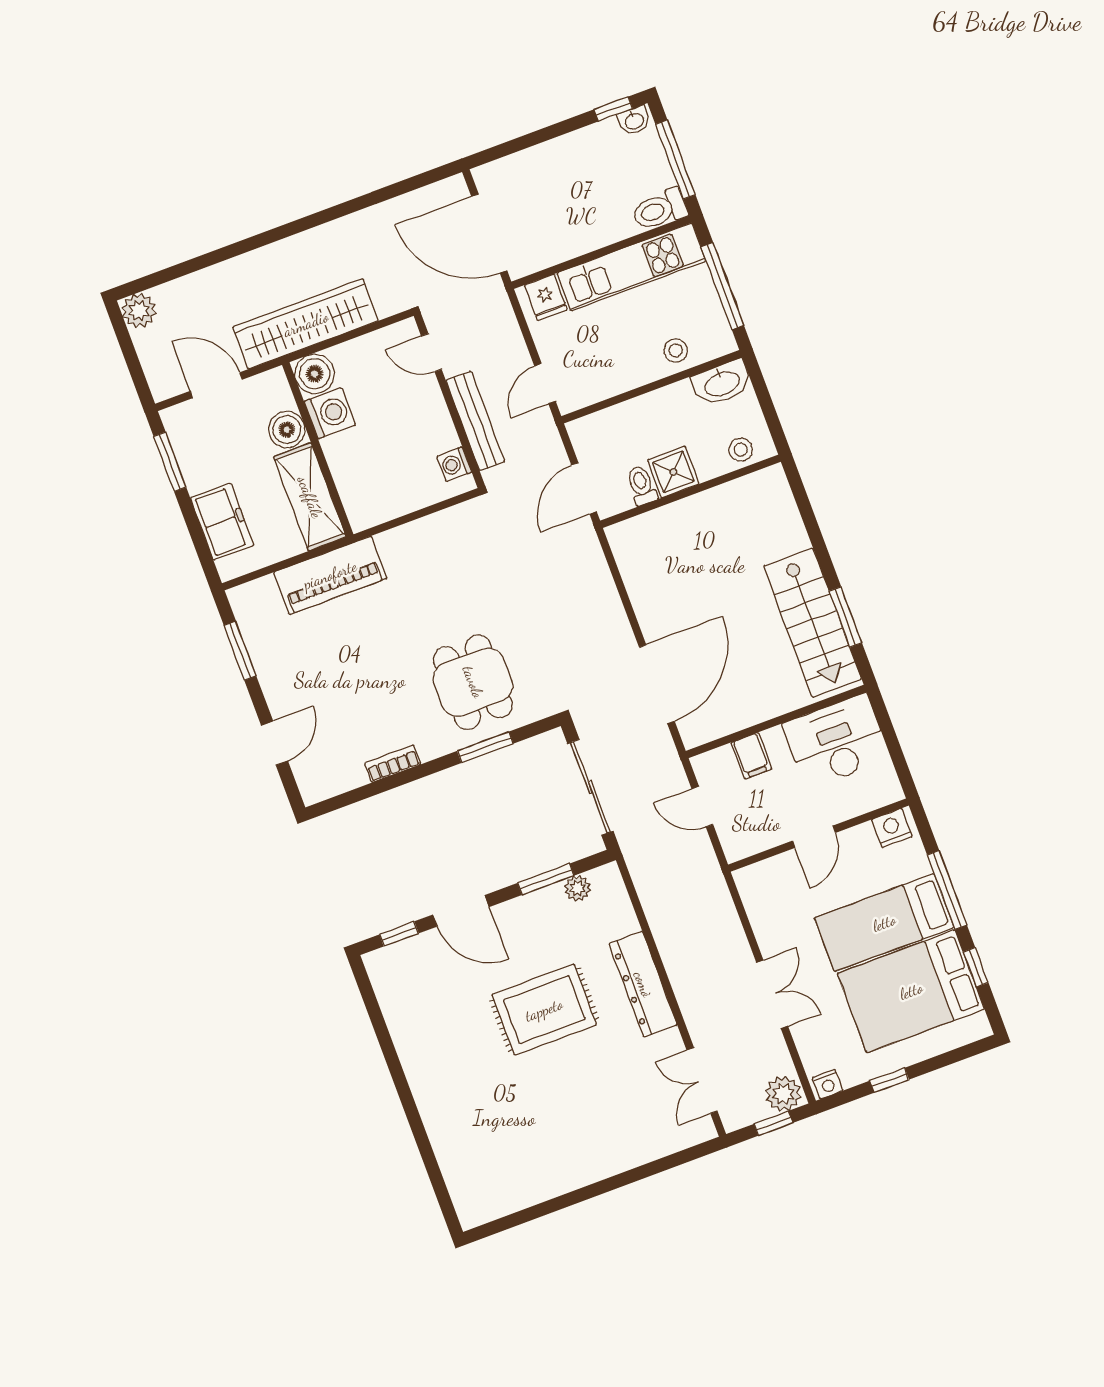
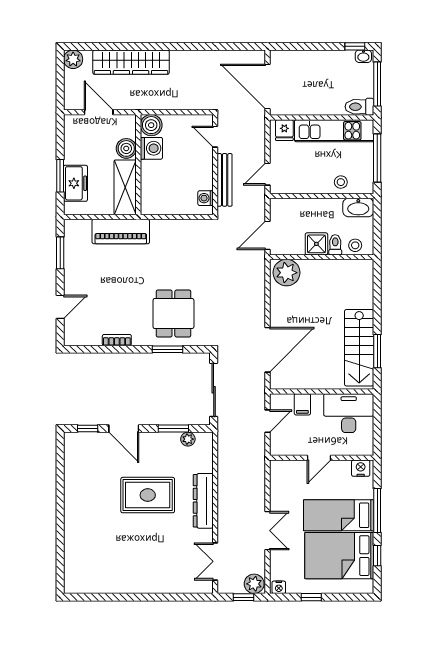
wardrobe: (306, 324) -> (131, 62), moved, turned 180
window: (170, 462) -> (60, 176), moved
toilet: (642, 485) -> (335, 245), moved
plant: (640, 540) -> (287, 273), added
door: (702, 807) -> (267, 421), swing flipped

